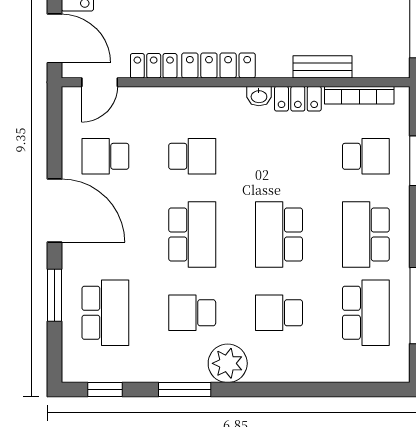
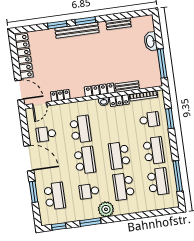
locker: (219, 65) -> (99, 90), moved
school desk: (192, 156) -> (81, 129), width x1.85
school desk: (366, 235) -> (154, 151), turned 180
school desk: (279, 313) -> (124, 186), width x1.85

